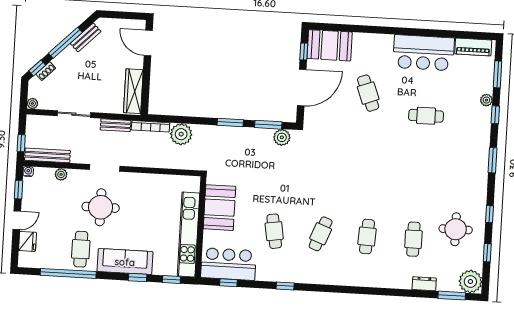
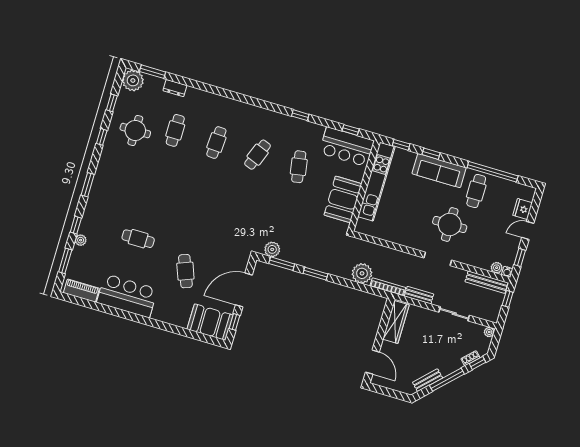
plant: (61, 174) -> (497, 268), moved

